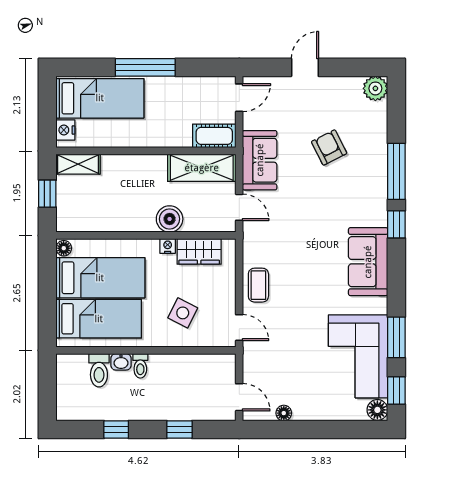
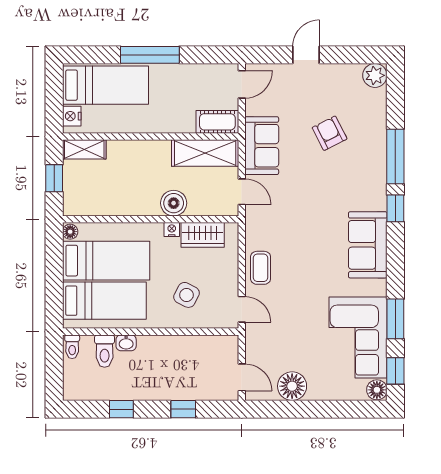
toilet: (140, 366) -> (72, 347), moved
floor lamp: (284, 413) -> (292, 386), width x1.89, depth x1.89

